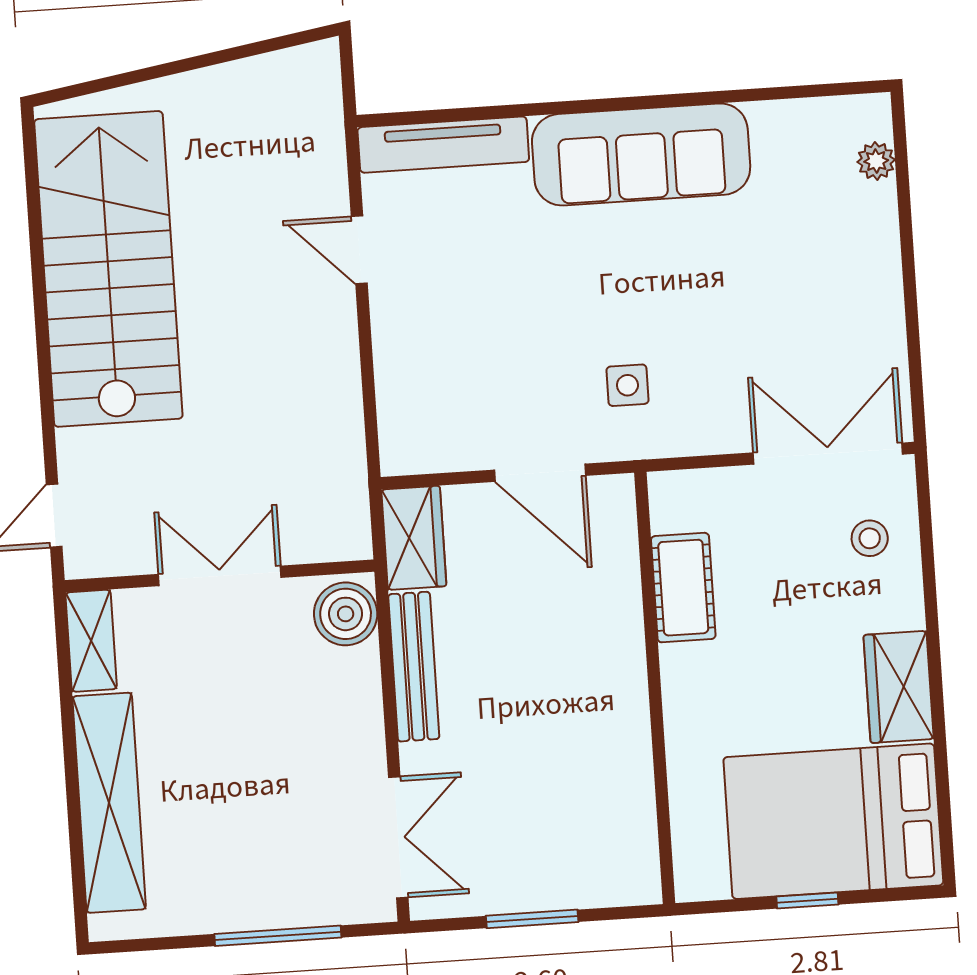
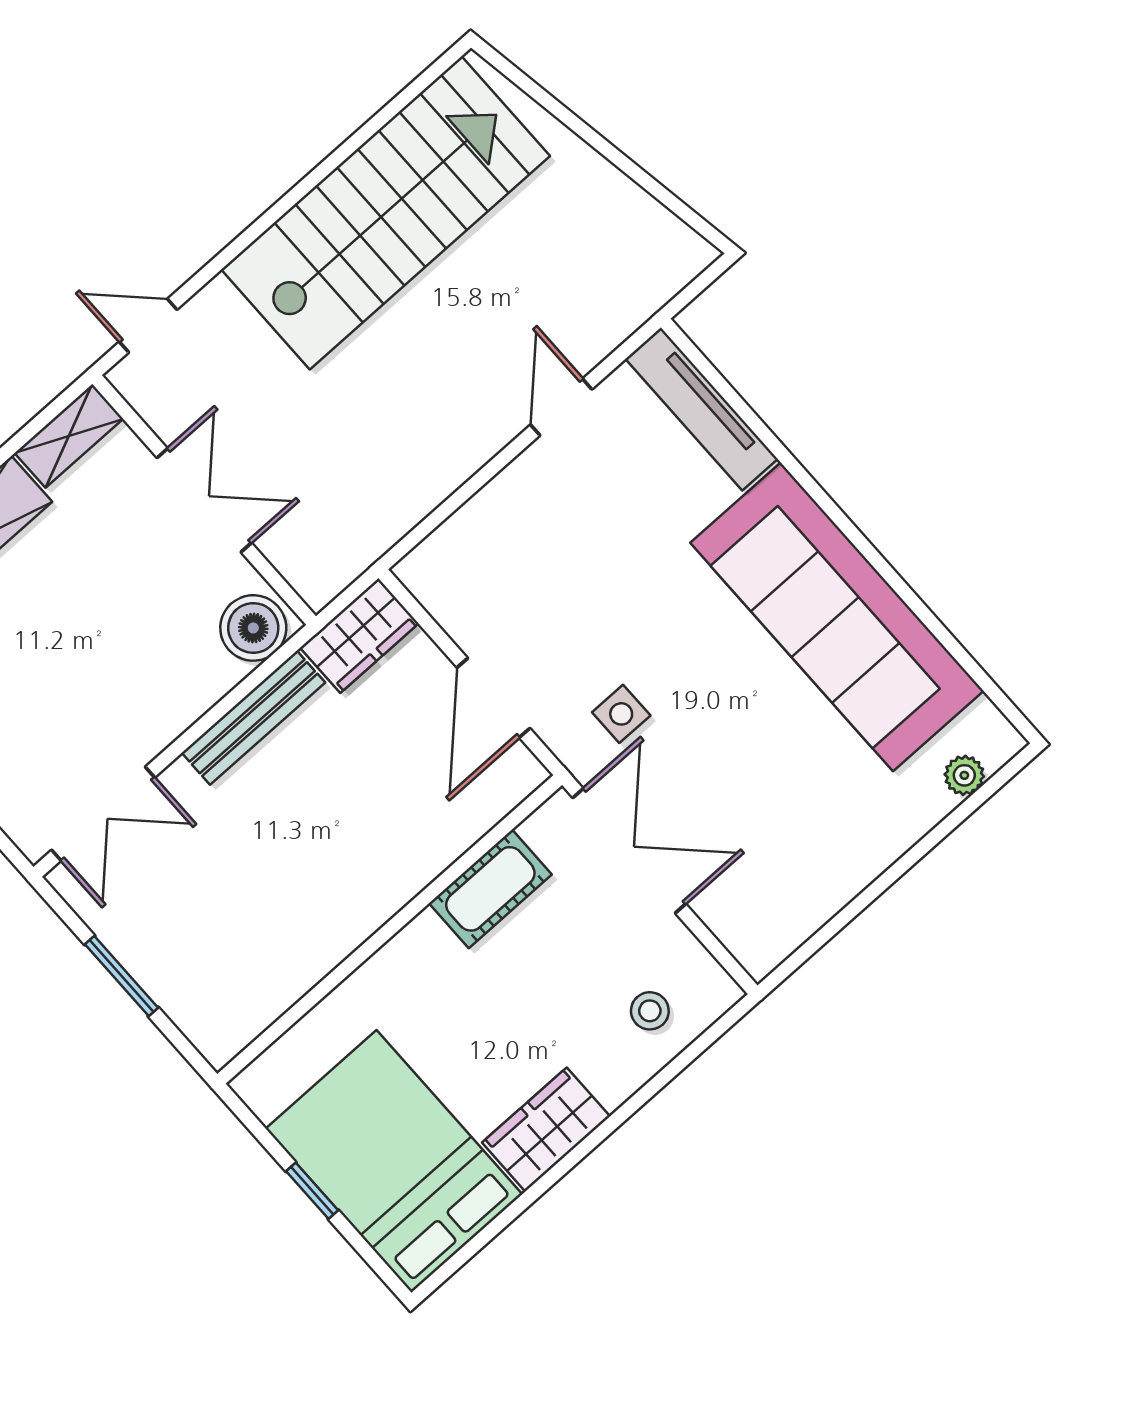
sofa: (641, 154) -> (837, 617), width x1.36, depth x1.27
double door: (828, 454) -> (629, 851), moved

